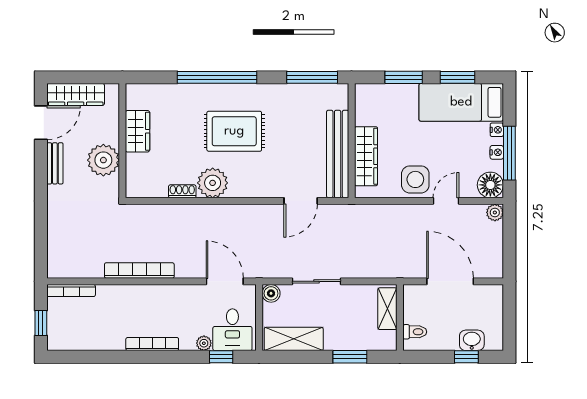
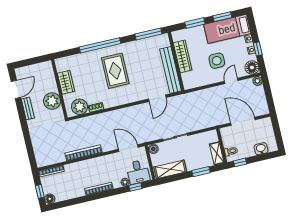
wardrobe: (76, 94) -> (30, 71), removed
rug: (234, 131) -> (115, 71), turned 90
window: (509, 153) -> (258, 49), width x0.46
wardrobe: (366, 156) -> (183, 56), moved
side table: (415, 179) -> (217, 61), moved
plant: (213, 183) -> (79, 107), moved
shelving: (387, 309) -> (217, 153), moved
floor lamp: (56, 341) -> (50, 199), added
window: (466, 357) -> (240, 162), moved

